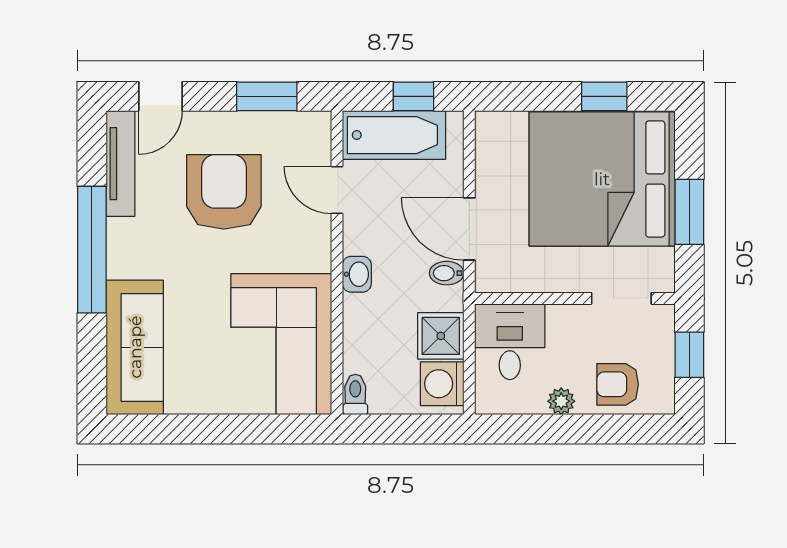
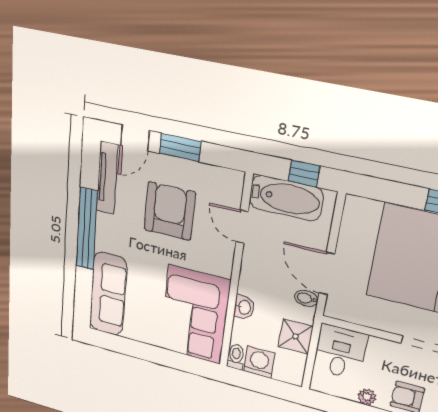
window: (267, 96) -> (180, 147), moved
washbasin: (357, 274) -> (244, 307), moved
washing machine: (442, 384) -> (259, 362), moved, turned 90

